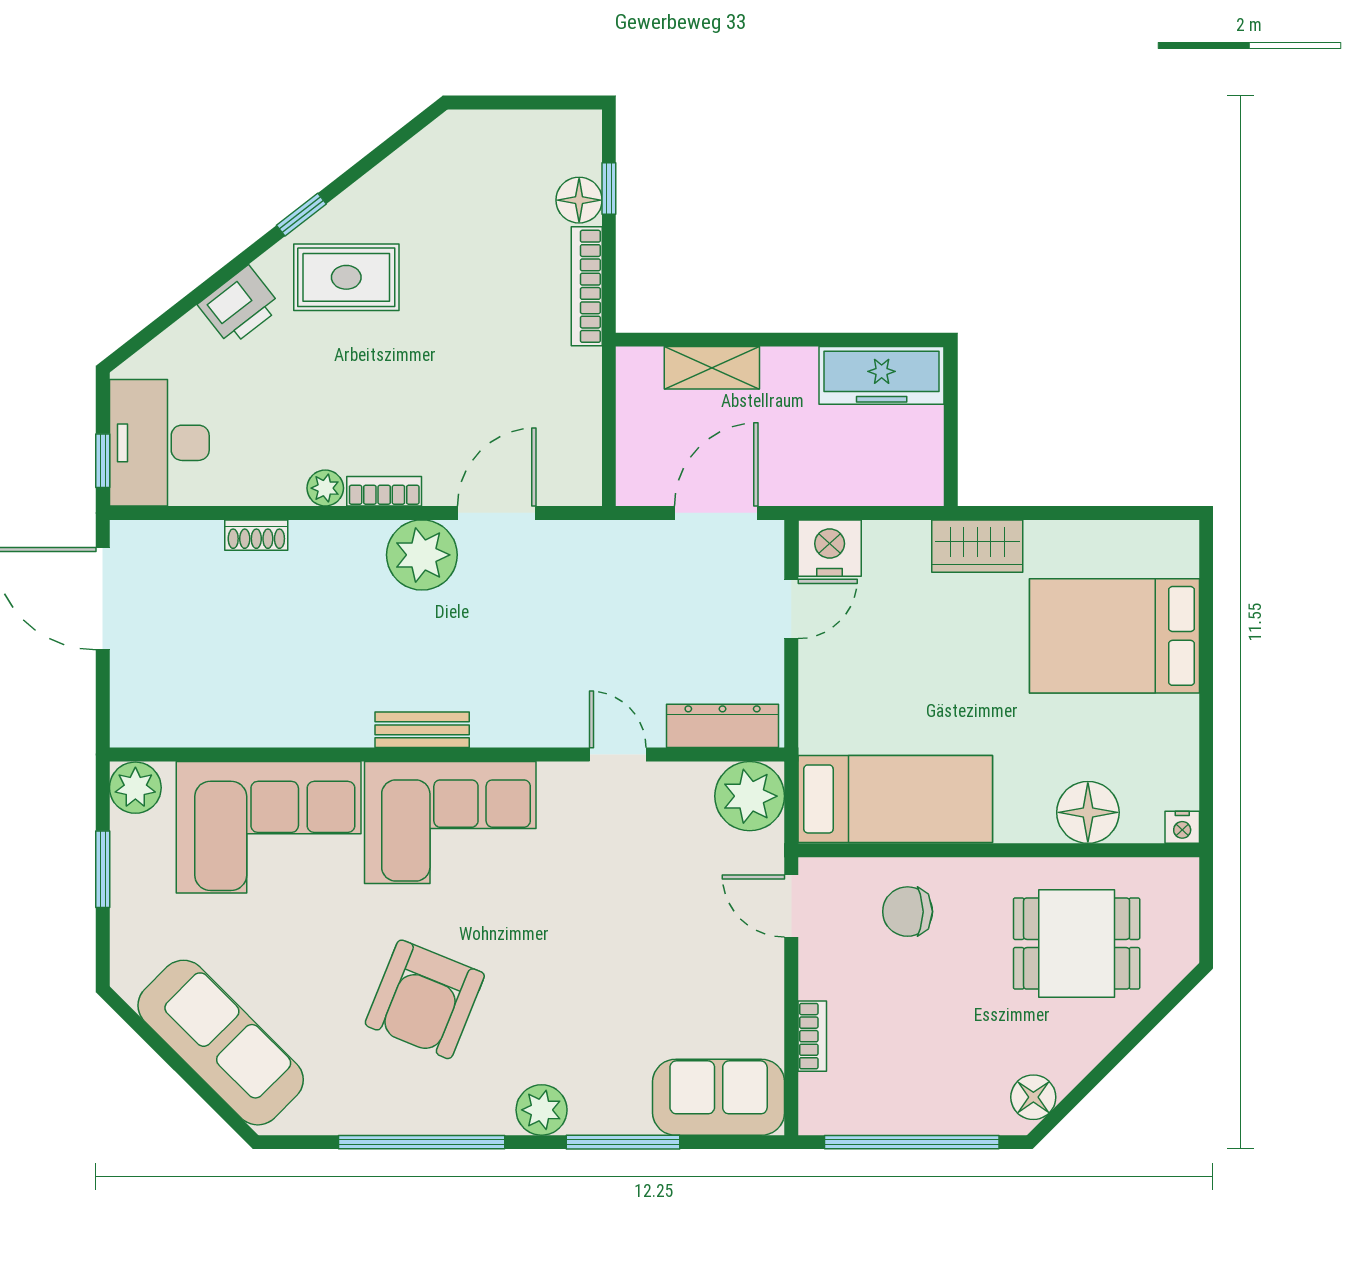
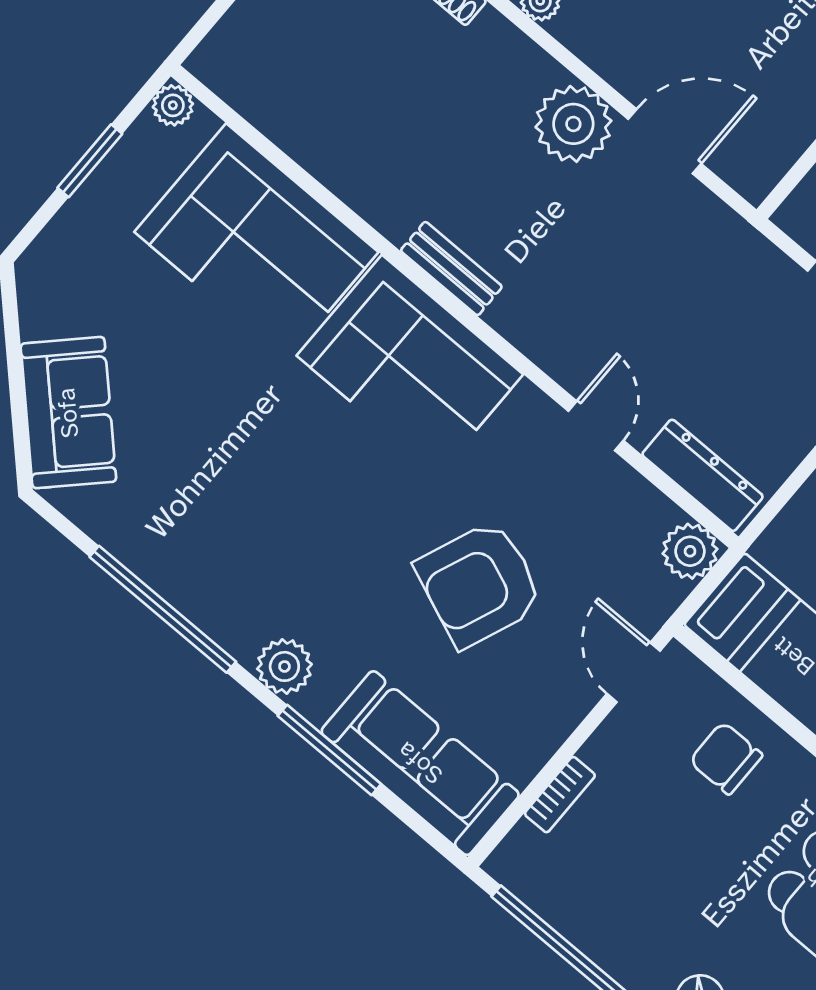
bookcase: (384, 491) -> (587, 45), removed
plant: (135, 788) -> (173, 105), width x0.73, depth x0.73
plant: (750, 796) -> (690, 551), width x0.73, depth x0.73
armchair: (425, 999) -> (479, 584), moved
sofa: (221, 1043) -> (68, 413), width x0.73
sofa: (719, 1097) -> (420, 763), width x1.36

